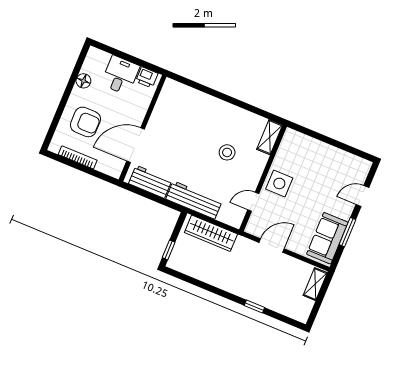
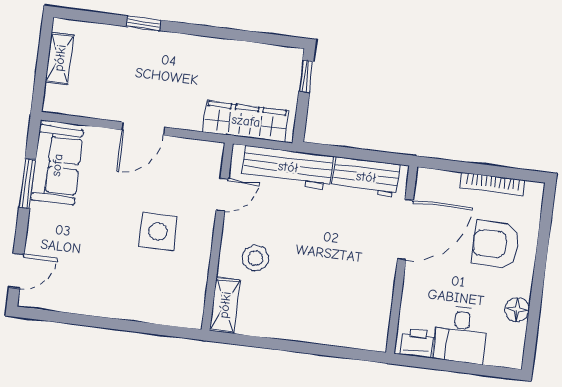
shelving: (270, 137) -> (225, 305), moved
wall: (263, 178) -> (217, 237), moved
door: (362, 196) -> (16, 271), moved
door: (253, 202) -> (222, 194), moved
shelving: (315, 284) -> (60, 58), moved

